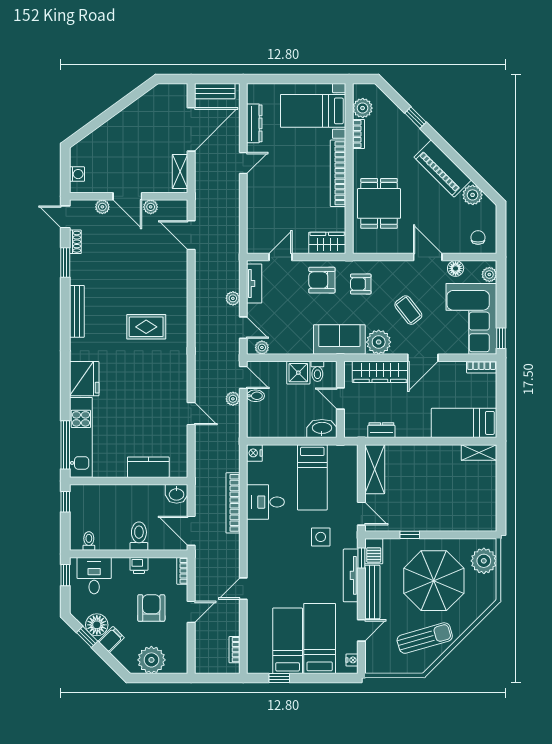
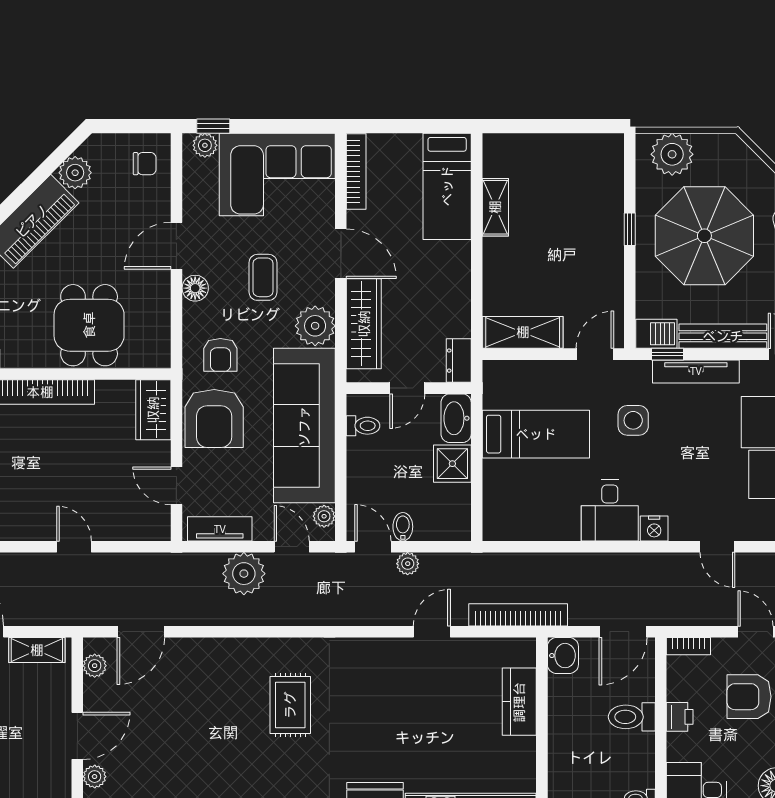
door: (243, 163) -> (74, 547), moved
dining table: (379, 203) -> (89, 325), turned 90
plant: (151, 207) -> (95, 666), moved
chair: (478, 237) -> (145, 164), turned 180
floor lamp: (456, 268) -> (195, 288), moved
armchair: (322, 280) -> (214, 418), width x1.36, depth x1.36
plant: (233, 298) -> (244, 574), width x1.88, depth x1.88
coffee table: (408, 310) -> (263, 277), turned -52
door: (243, 328) -> (292, 547), hinge flipped
window: (501, 338) -> (213, 126), moved
sofa: (339, 339) -> (304, 426), width x1.85, depth x1.27
bookcase: (482, 367) -> (356, 172), width x1.56
shower: (298, 373) -> (452, 464), moved
door: (243, 377) -> (373, 547), hinge flipped
dresser: (381, 430) -> (459, 361), moved
shelving: (479, 452) -> (495, 207), moved
nightstand: (254, 453) -> (654, 528), moved
desk: (265, 502) -> (610, 510), moved
bookcase: (233, 503) -> (518, 615), moved, turned 180
window: (410, 535) -> (630, 229), moved

